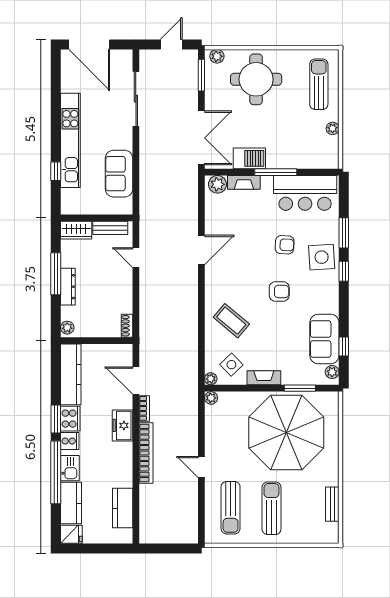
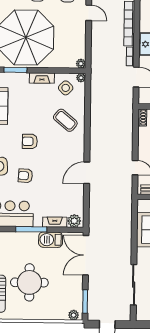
round table: (256, 79) -> (29, 282), moved

